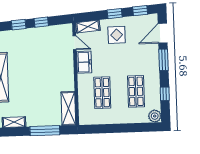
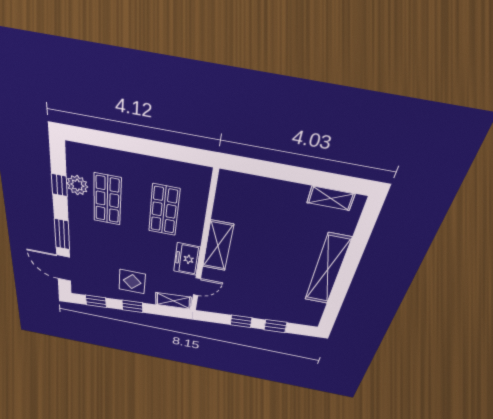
door: (163, 33) -> (64, 268), swing flipped
door: (75, 43) -> (197, 287), swing flipped
shelving: (68, 108) -> (218, 246), moved
plant: (155, 116) -> (77, 185), moved
window: (45, 131) -> (279, 171), removed

